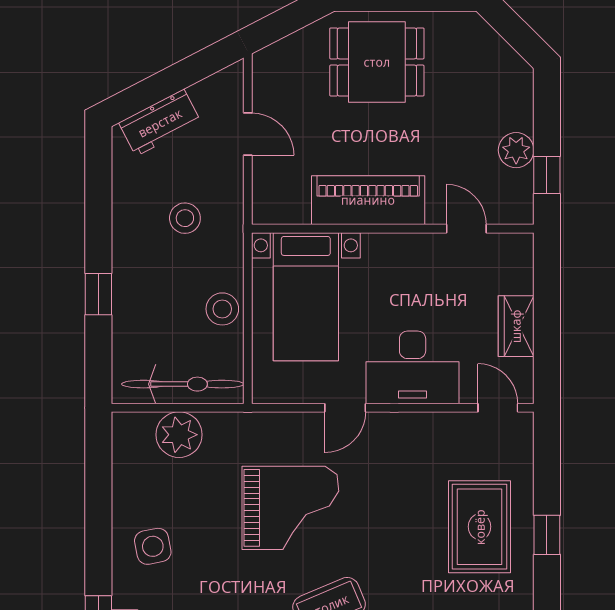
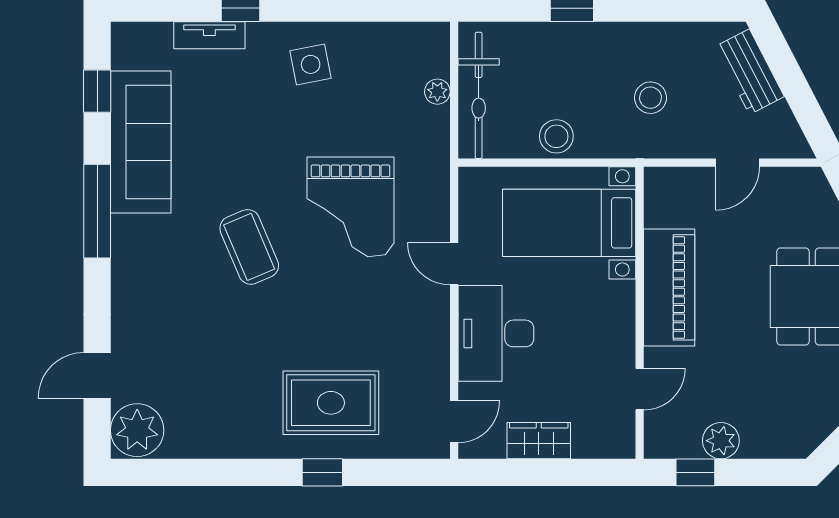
plant: (179, 435) -> (437, 92), width x0.53, depth x0.53

